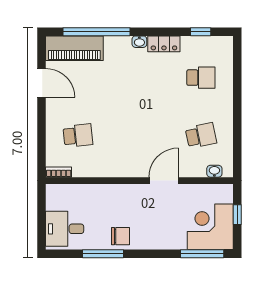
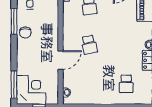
school desk: (201, 135) -> (89, 45), moved
door: (164, 181) -> (61, 60), hinge flipped

